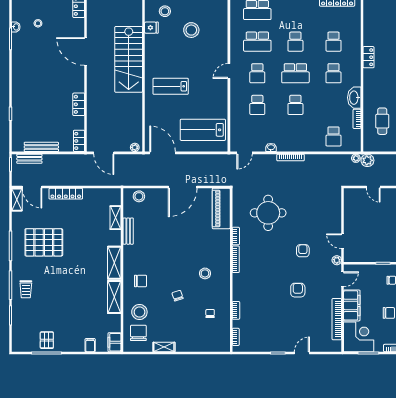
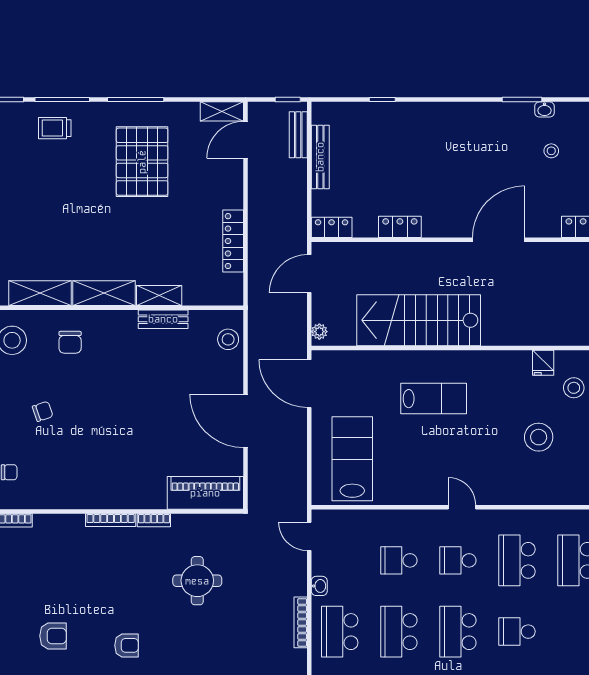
stairs: (129, 59) -> (419, 320), moved
lab bench: (171, 86) -> (434, 399), turned 90
school desk: (295, 105) -> (399, 632), width x1.85
school desk: (295, 137) -> (340, 632), added
door: (163, 153) -> (309, 384), swing flipped
locker: (66, 194) -> (233, 241), moved
round table: (268, 213) -> (197, 581), width x0.73, depth x0.73
shelving: (115, 218) -> (159, 295), moved
stool: (205, 273) -> (84, 463), removed

